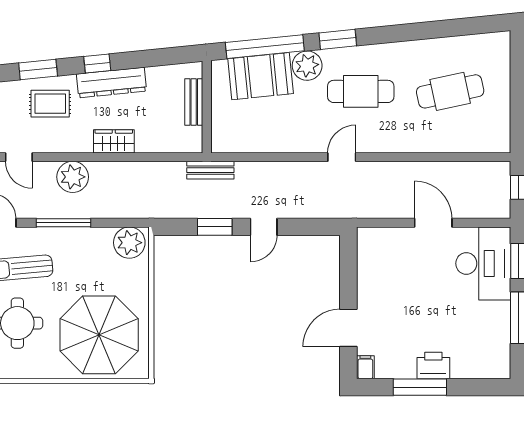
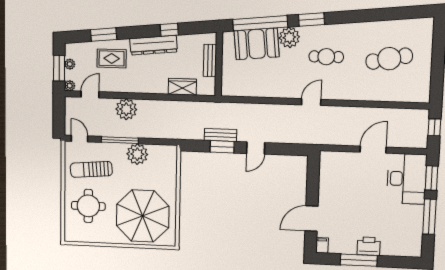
window: (97, 64) -> (169, 30), moved
cafe table: (361, 91) -> (326, 57), width x0.73, depth x0.74
wardrobe: (114, 141) -> (182, 87), moved
door: (19, 157) -> (90, 94), swing flipped
bench: (210, 170) -> (220, 135), moved
door: (433, 223) -> (373, 150), hinge flipped
plant: (129, 243) -> (137, 154), moved

